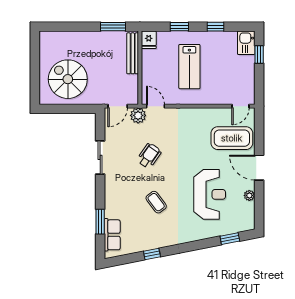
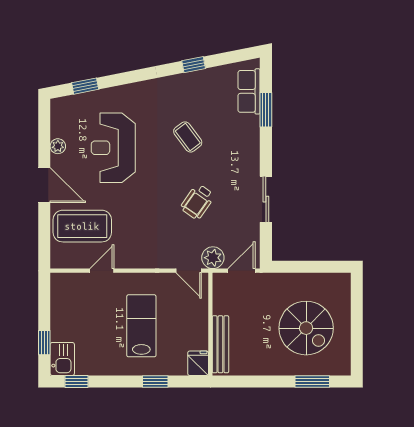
window: (113, 27) -> (312, 381), moved
window: (215, 27) -> (77, 381), moved
spiral stairs: (68, 79) -> (306, 328), moved
door: (240, 106) -> (102, 271), moved

